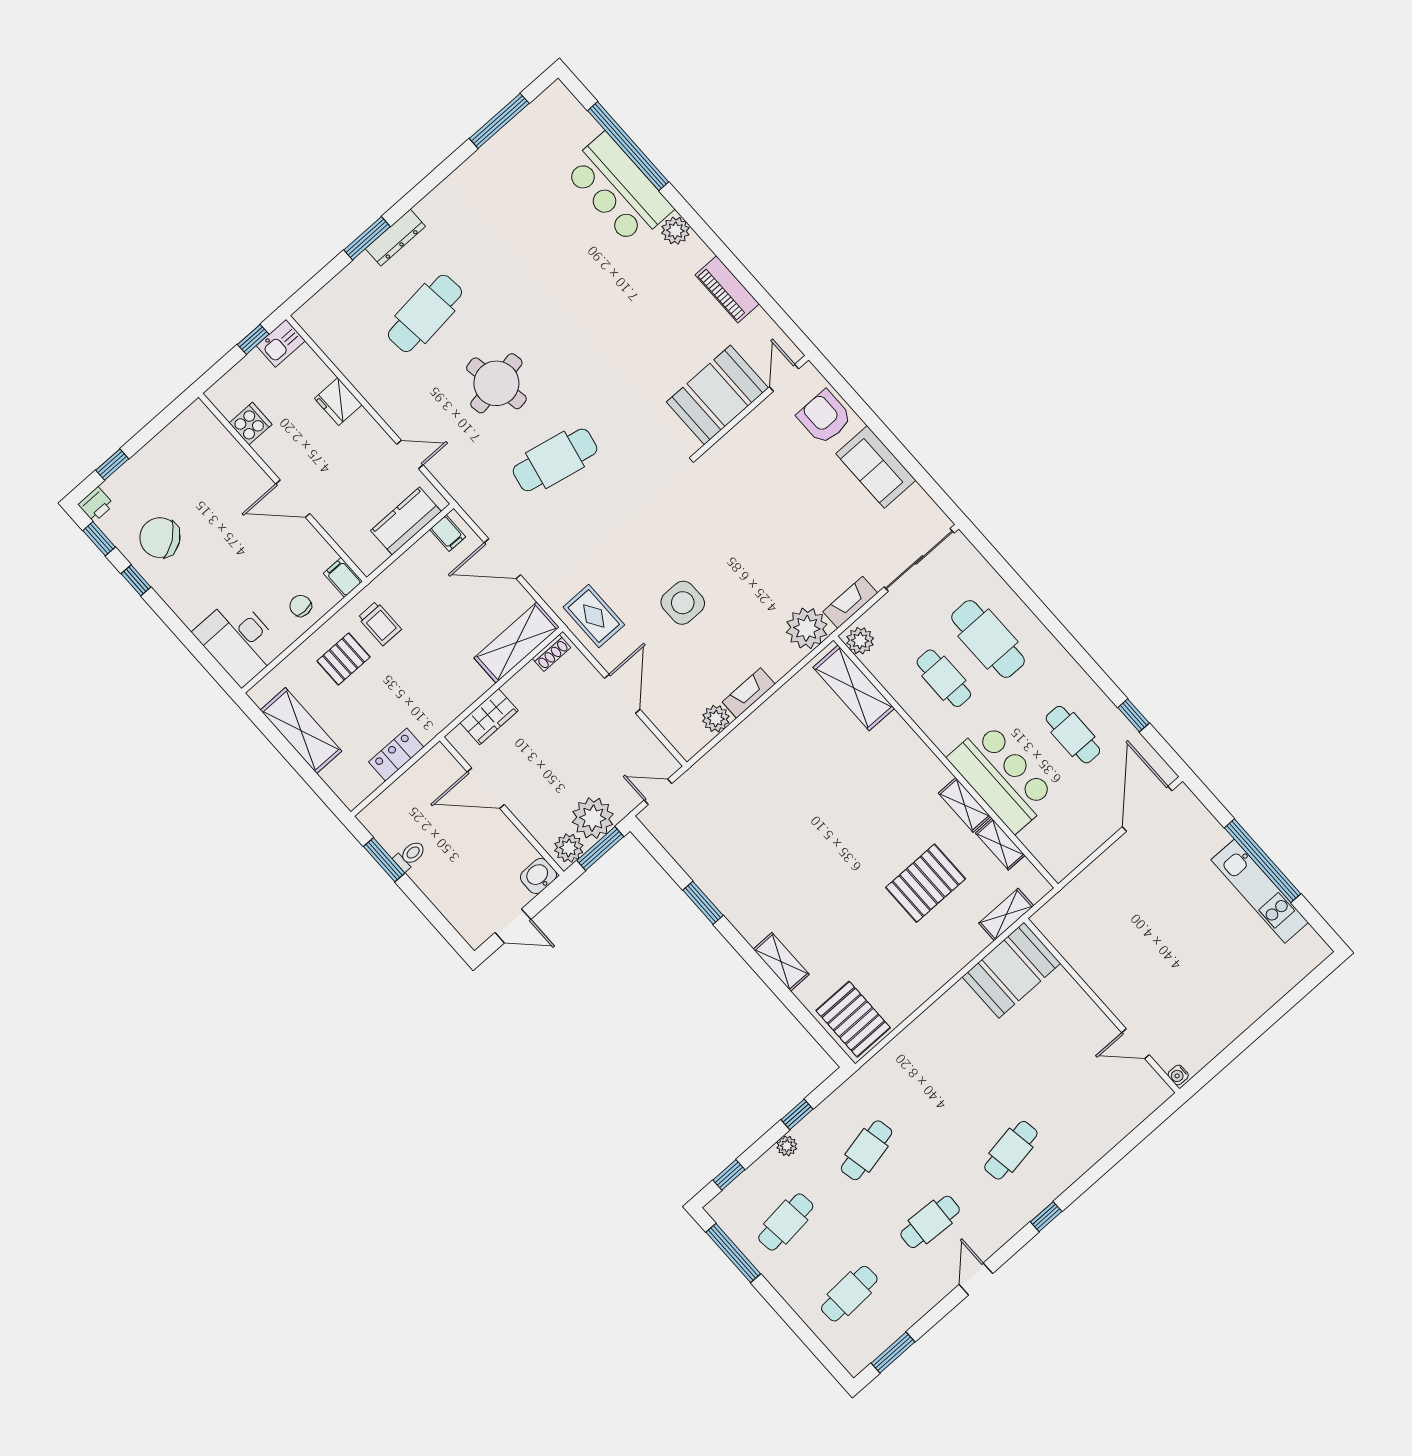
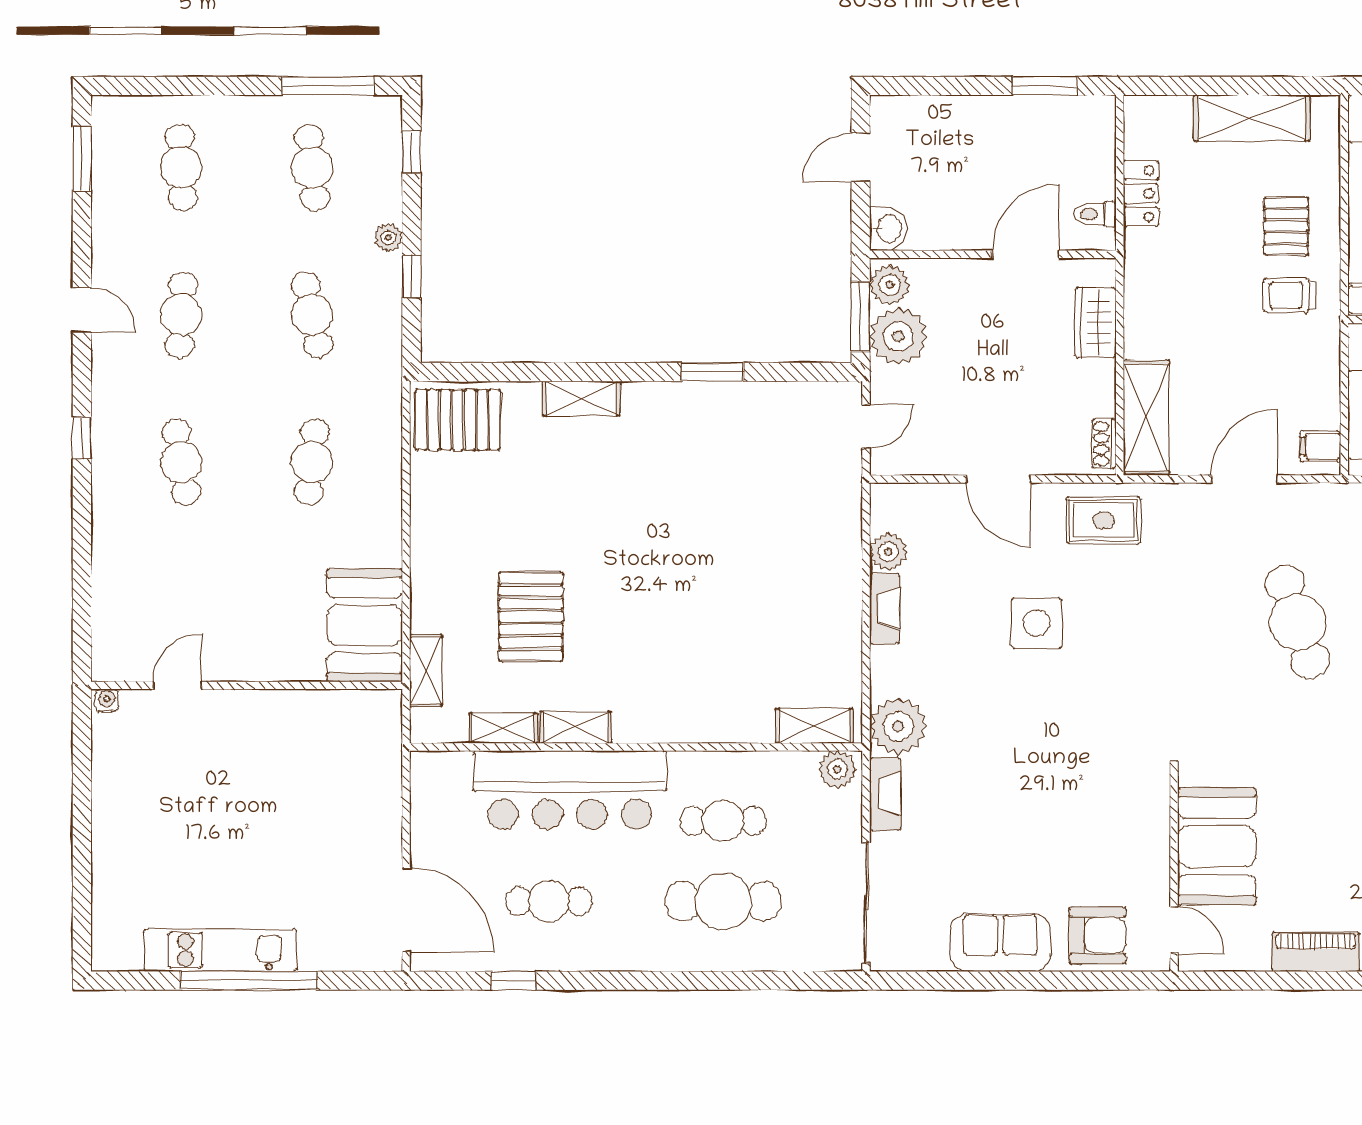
cafe table: (555, 460) -> (1298, 622), turned -30
shelving: (854, 688) -> (814, 726), width x0.67, depth x0.75
bar counter: (1002, 777) -> (570, 790), width x1.36
toilet: (410, 855) -> (1095, 214), moved, turned 90
cafe table: (947, 1079) -> (312, 462), added

